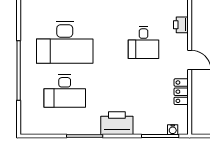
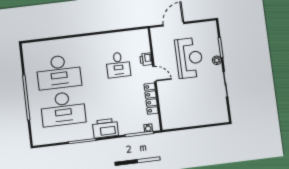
printer: (181, 25) -> (146, 59), moved
desk: (65, 91) -> (63, 109), width x1.36, depth x1.30
locker: (181, 92) -> (151, 99), width x1.53

